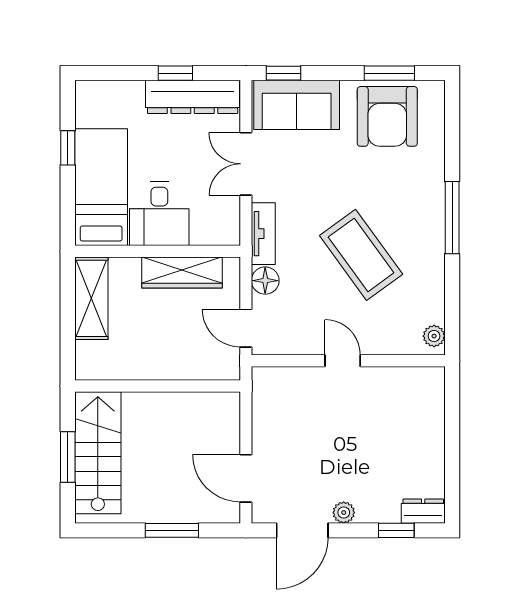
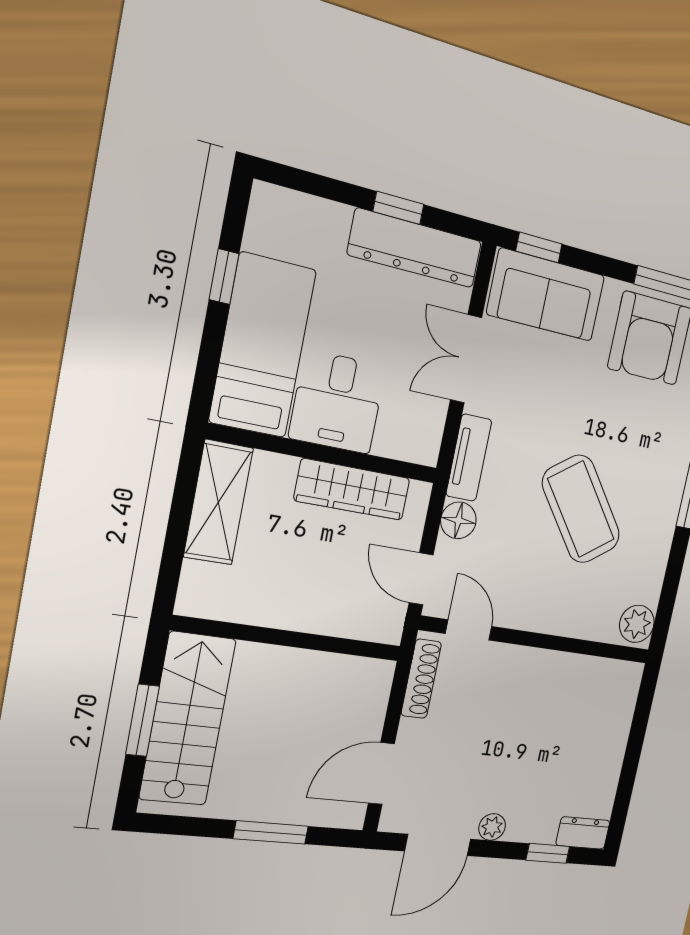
plant: (434, 336) -> (637, 624), width x1.38, depth x1.38
door: (343, 361) -> (469, 630), moved
shoe rack: (262, 403) -> (421, 679), added
door: (246, 478) -> (381, 773), hinge flipped

